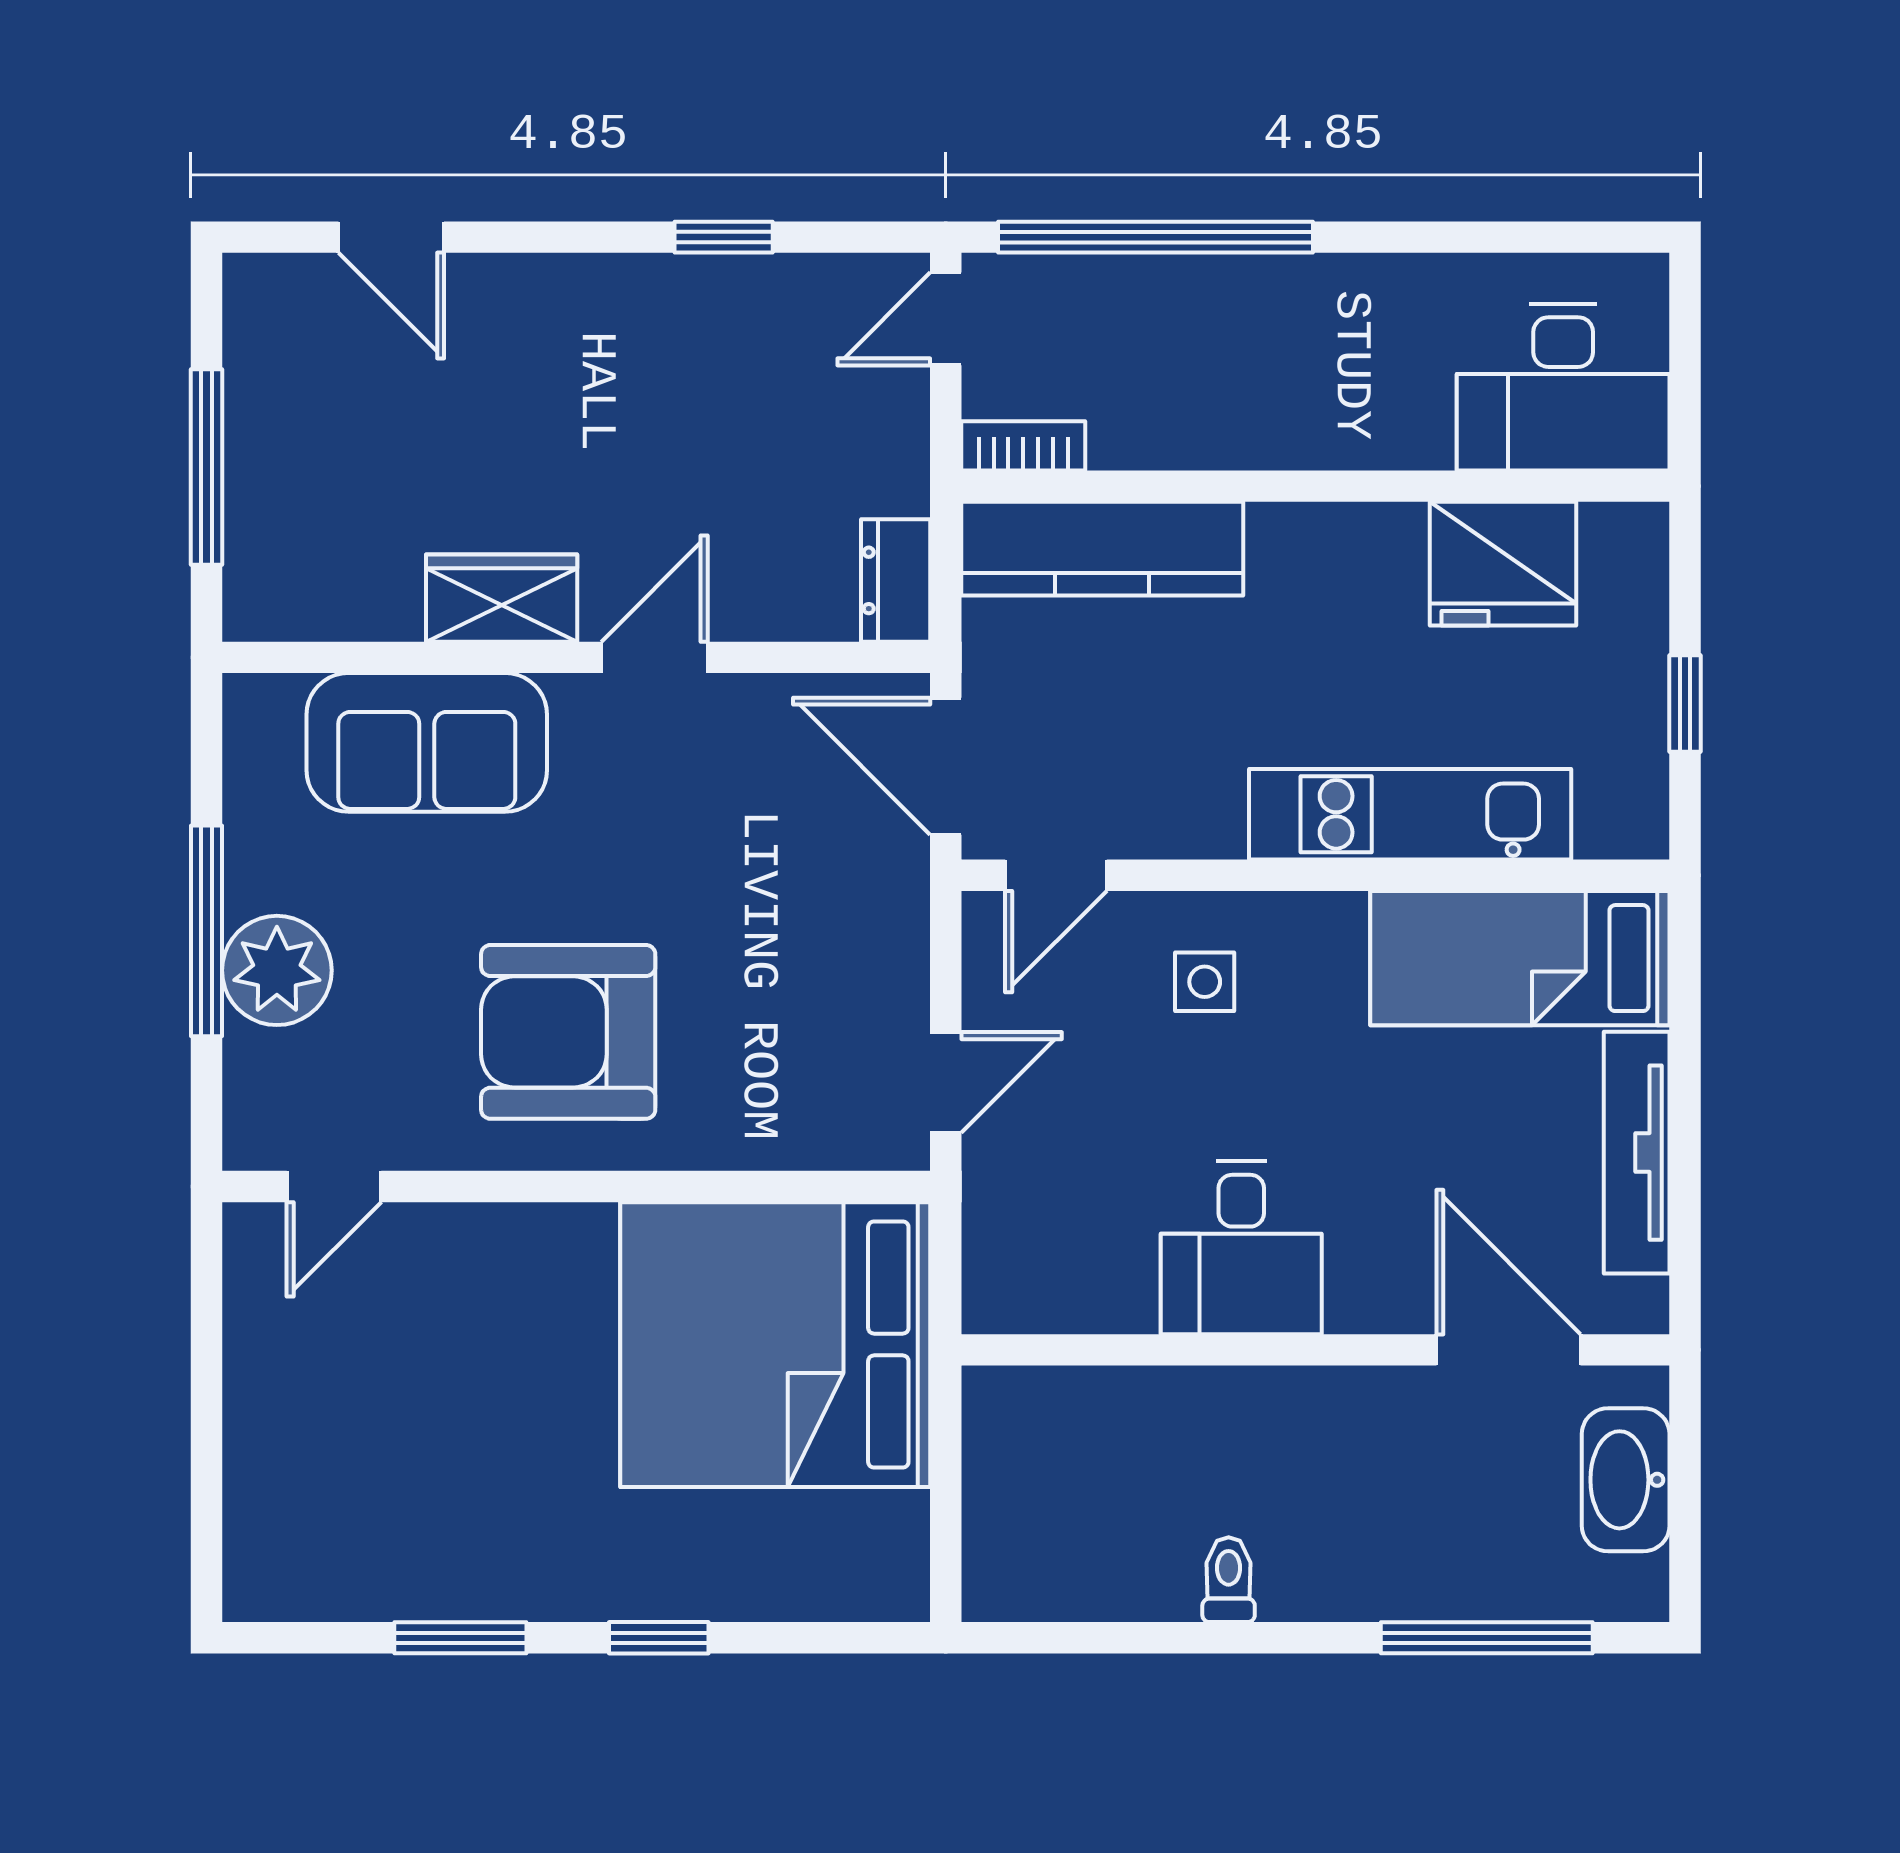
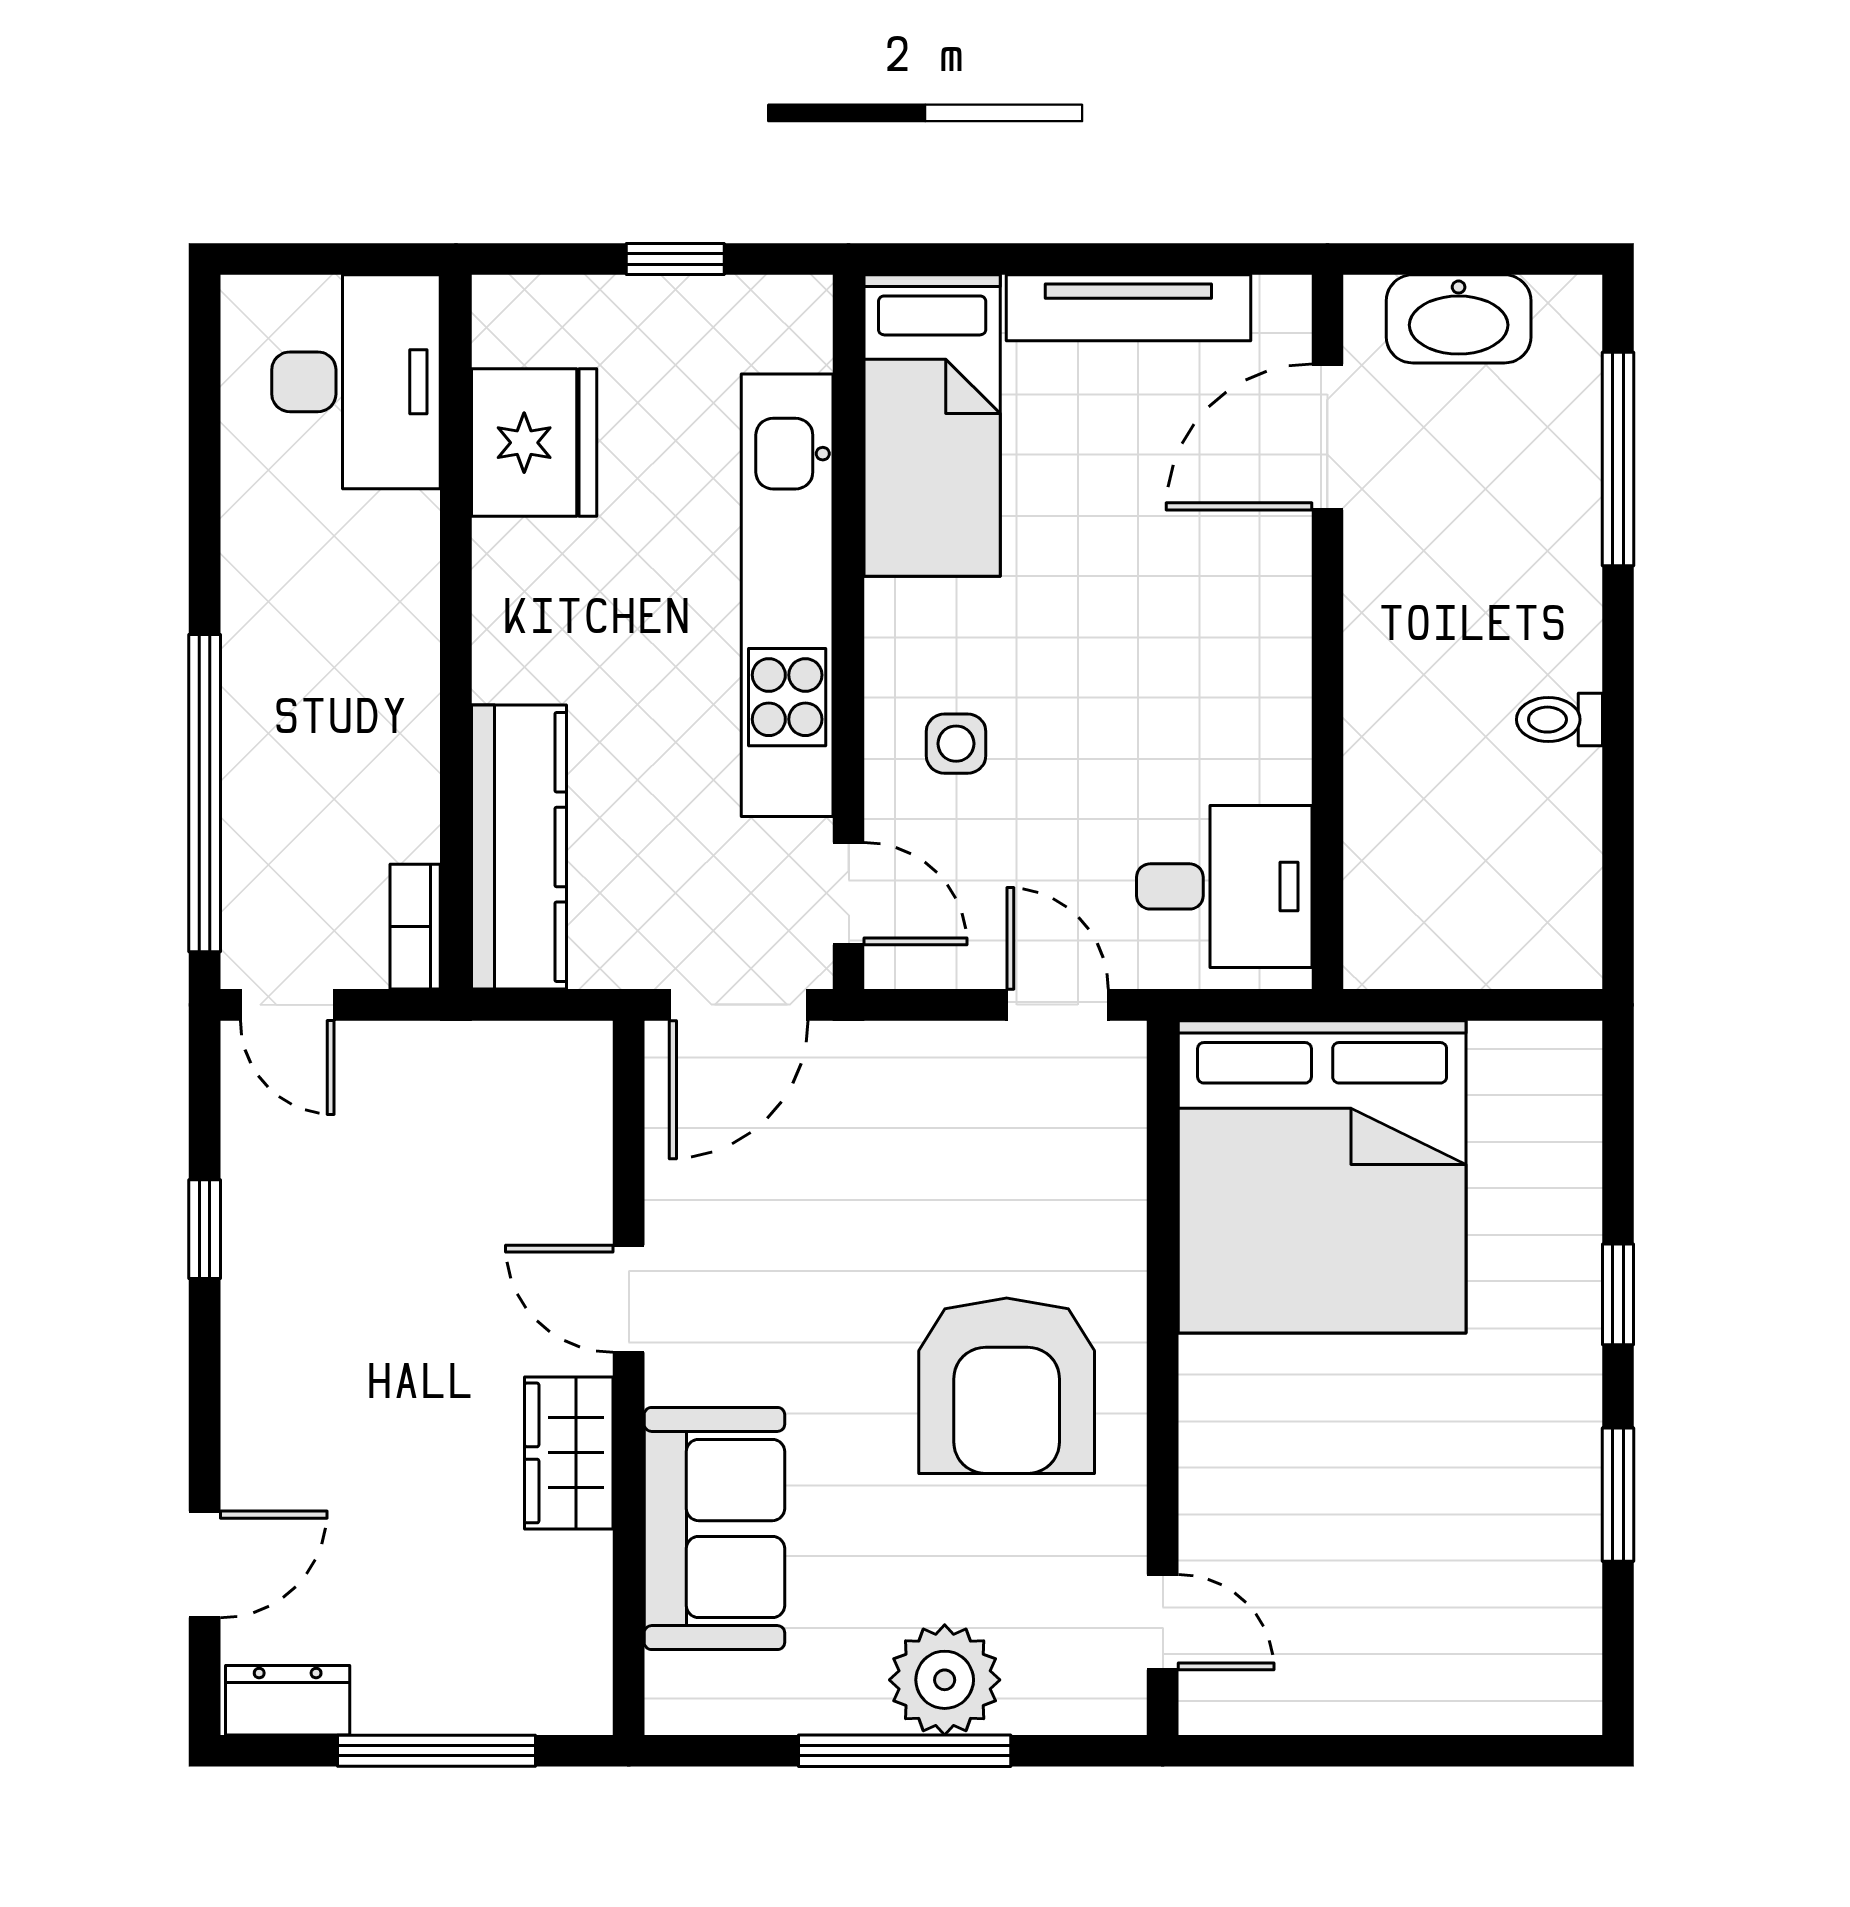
dresser: (896, 580) -> (288, 1700), moved, turned 180
kitchen unit: (1410, 814) -> (787, 595), width x1.36
desk: (1241, 1247) -> (1224, 886), moved

